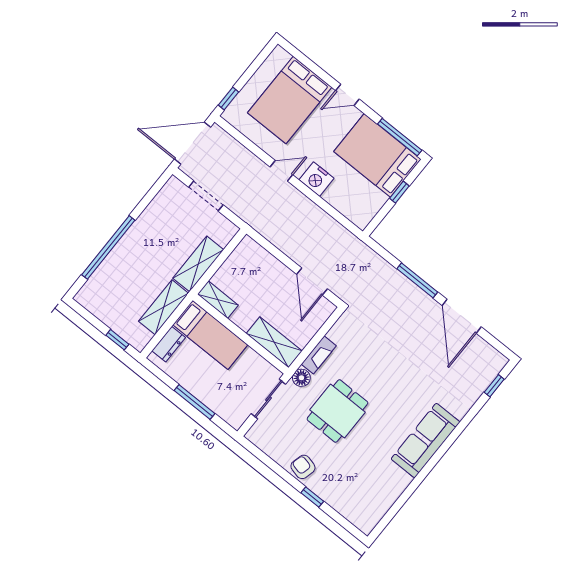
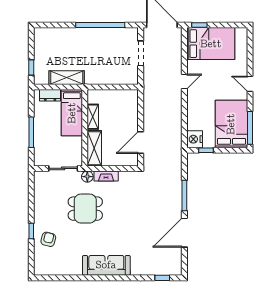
bed: (290, 100) -> (211, 44), moved, turned 180
door: (281, 171) -> (184, 82), hinge flipped
nightstand: (316, 179) -> (195, 139), moved
window: (399, 192) -> (206, 150), moved
window: (108, 247) -> (100, 25), moved
shelving: (198, 264) -> (103, 77), removed
shelving: (218, 300) -> (93, 117), moved
armchair: (303, 467) -> (48, 239), moved

